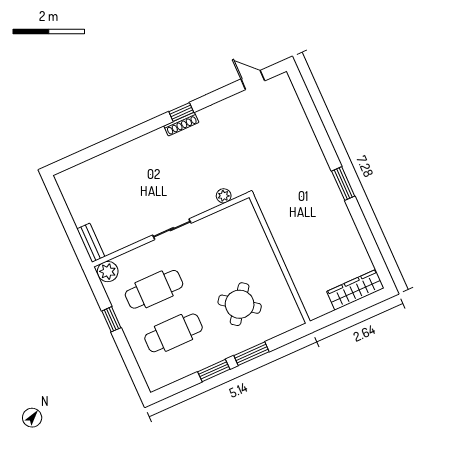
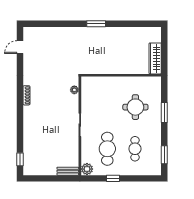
window: (181, 112) -> (20, 159), moved
wardrobe: (355, 290) -> (155, 58), moved
round table: (240, 304) -> (135, 107), turned -37
cafe table: (174, 333) -> (135, 149), width x0.73, depth x0.74
window: (214, 370) -> (164, 155), moved

